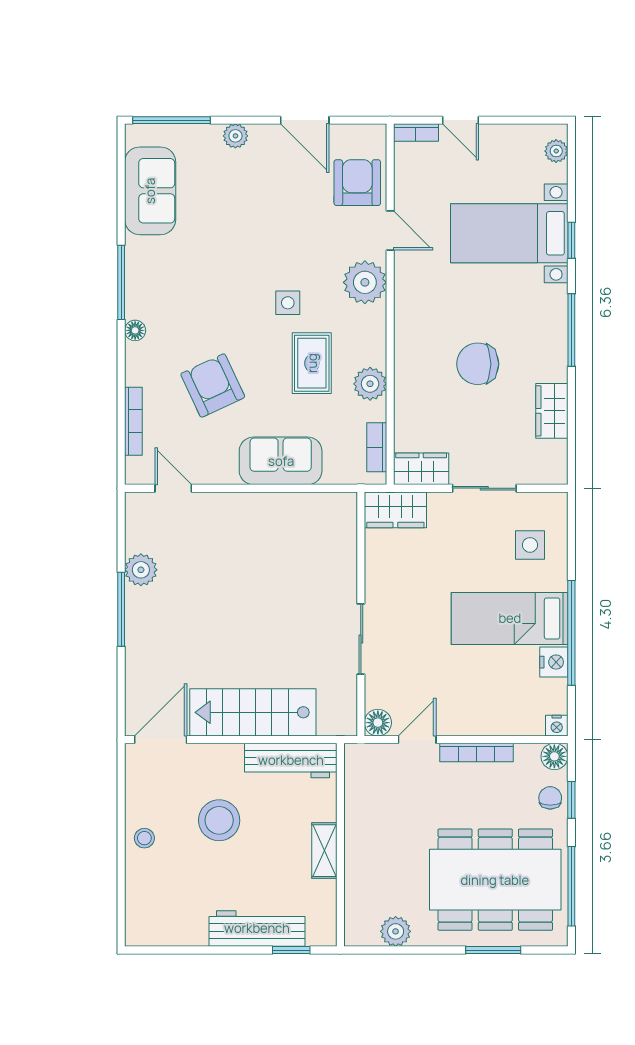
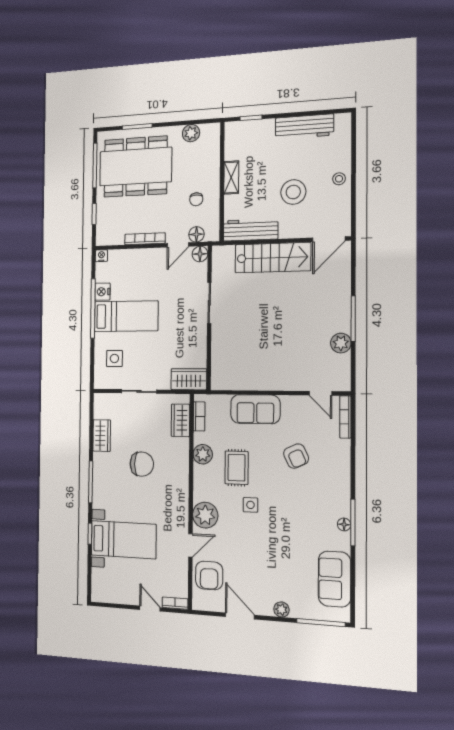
plant: (556, 151) -> (97, 586), removed
door: (390, 231) -> (190, 545), swing flipped
floor lamp: (135, 330) -> (344, 524), moved
armchair: (213, 385) -> (296, 456), width x0.72, depth x0.72
bookcase: (133, 421) -> (345, 417), moved
wardrobe: (421, 469) -> (180, 420), moved, turned 90
floor lamp: (554, 756) -> (196, 234), moved
chair: (550, 798) -> (196, 199), moved
workbench: (257, 928) -> (304, 127), moved

